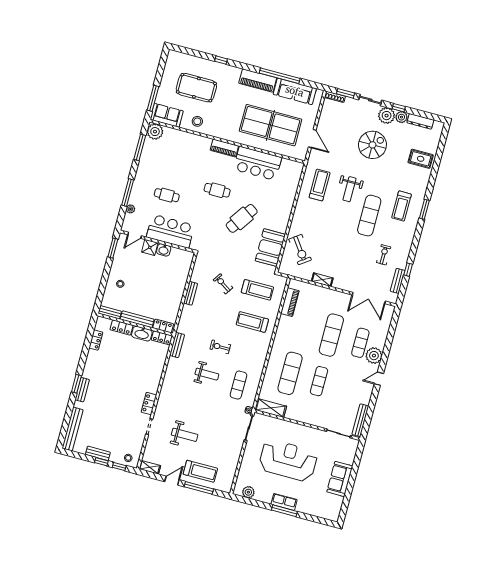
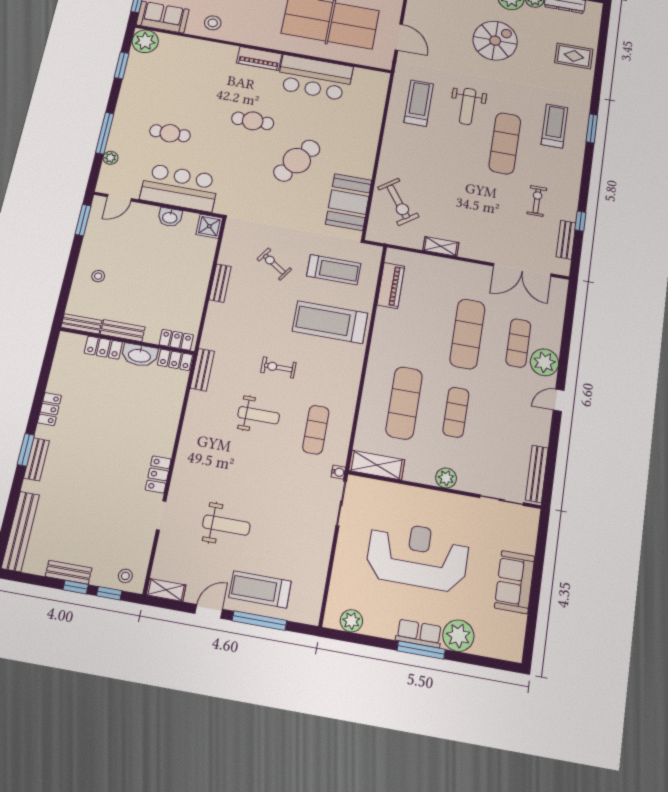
window: (140, 147) -> (122, 65), width x0.69
treadmill: (402, 206) -> (555, 126), turned 180
shower: (150, 247) -> (209, 226), moved
bench: (137, 319) -> (123, 331), width x0.73
treadmill: (252, 322) -> (330, 322), width x1.37, depth x1.37
locker: (96, 340) -> (49, 409), moved
plant: (309, 418) -> (446, 478), added
treadmill: (200, 471) -> (260, 589), turned 180
plant: (305, 505) -> (458, 636), added

